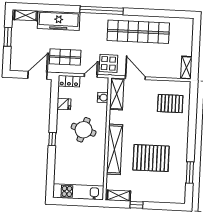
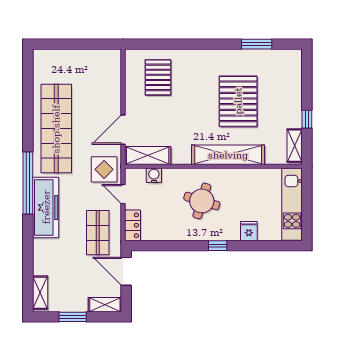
freezer: (59, 21) -> (46, 207), moved
shelving: (186, 68) -> (105, 305), moved
fridge: (64, 104) -> (249, 231), moved

